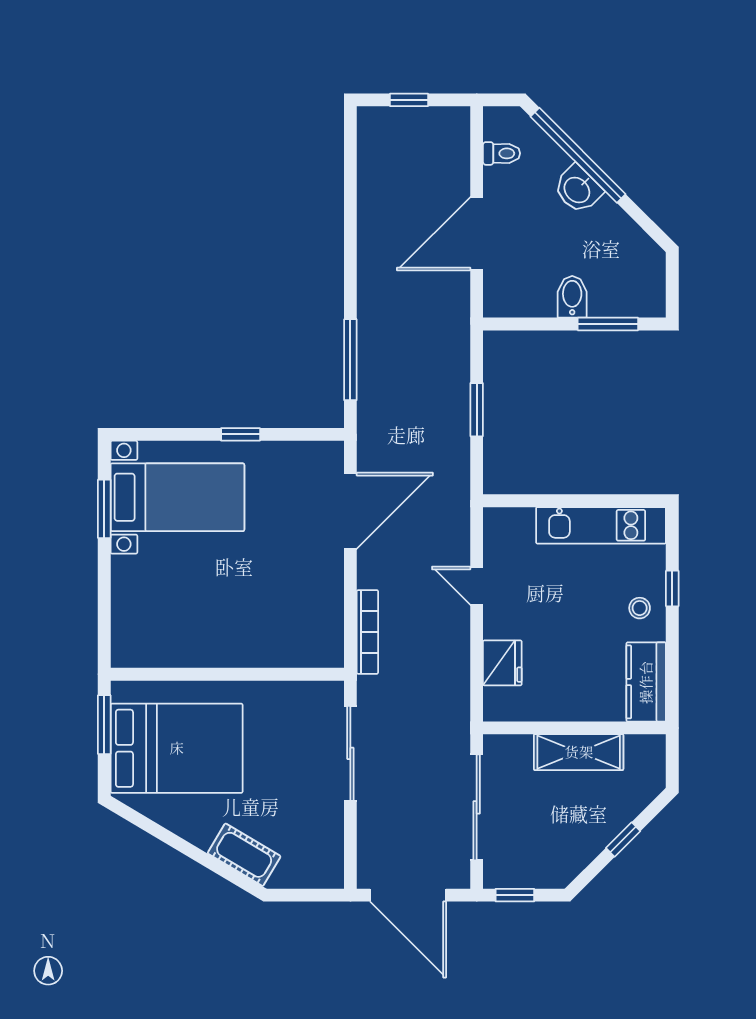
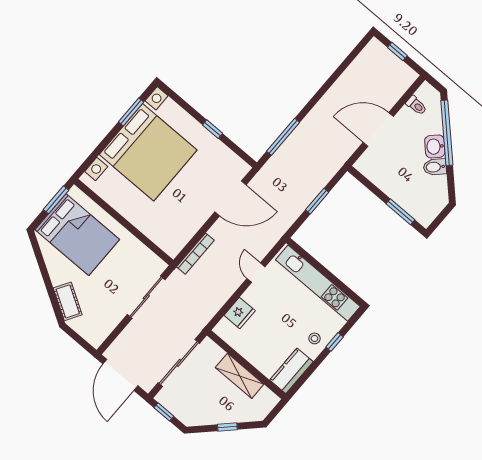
bidet: (572, 297) -> (435, 167), moved, turned -135
bed with nightstands: (177, 497) -> (148, 152), width x1.85
kitchen unit: (601, 525) -> (318, 283), width x1.36

